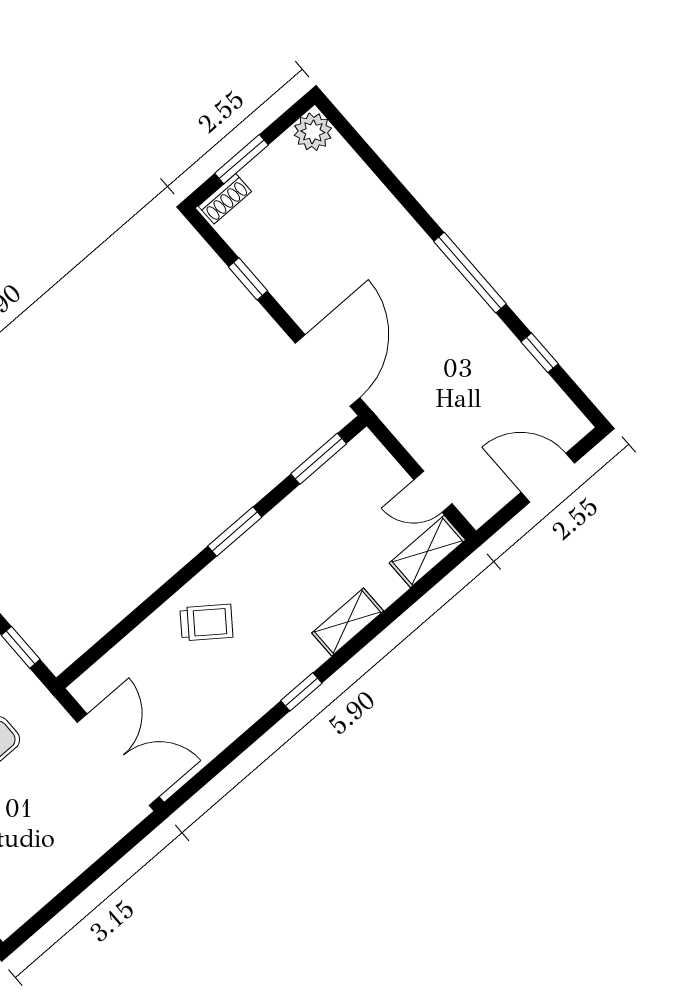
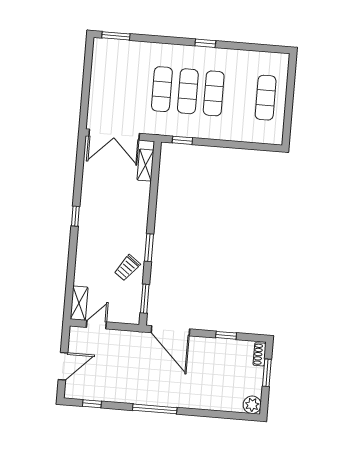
window: (540, 353) -> (92, 404), moved
trolley: (206, 622) -> (127, 268), moved
shelving: (348, 622) -> (145, 165), moved

